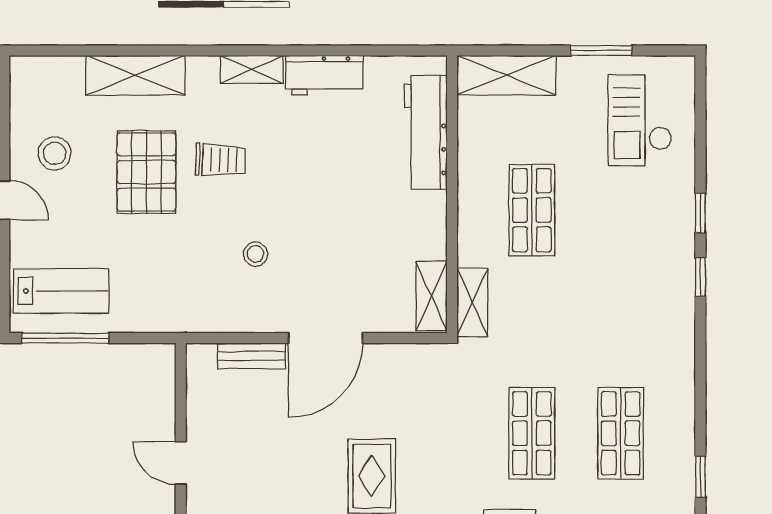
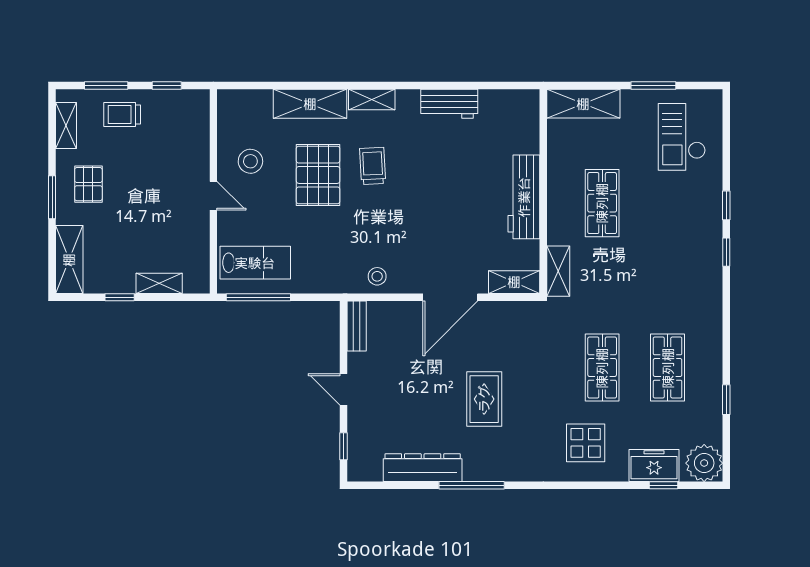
shelving: (252, 69) -> (372, 99), moved
workbench: (426, 132) -> (524, 197), moved
trolley: (220, 160) -> (373, 166), turned -95
stool: (256, 254) -> (377, 276), moved
shelving: (431, 296) -> (514, 282), moved, turned 90
bench: (251, 356) -> (357, 326), moved, turned 90

